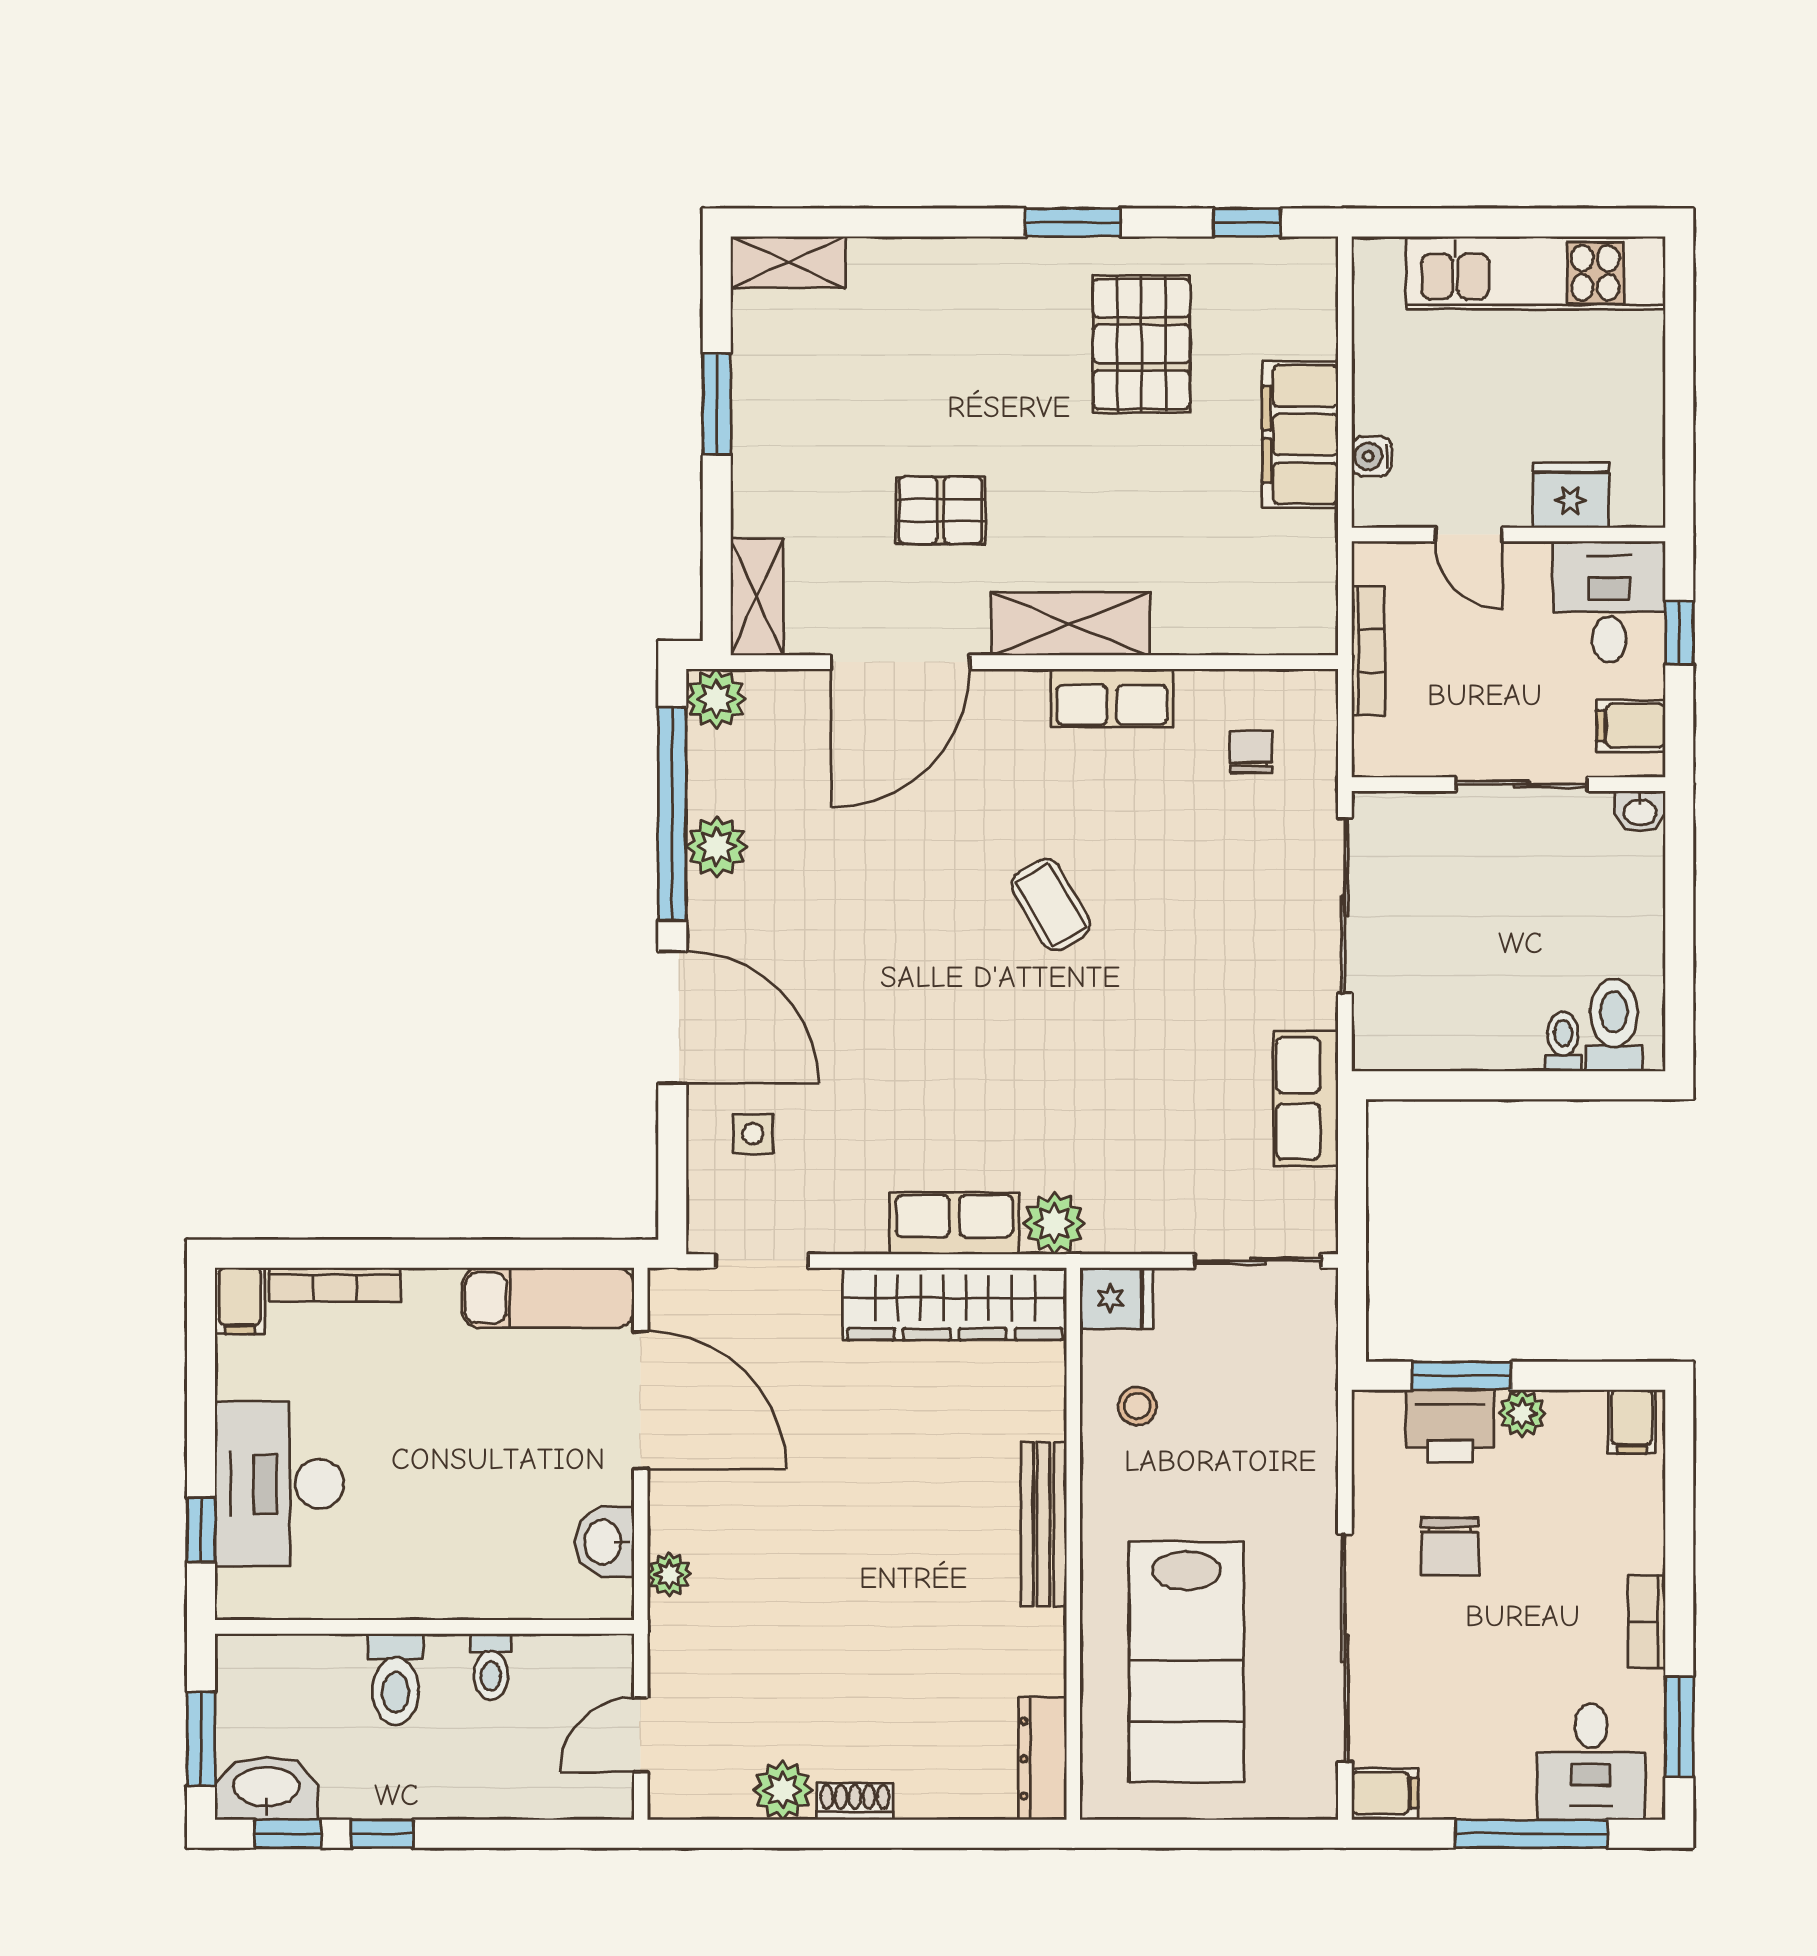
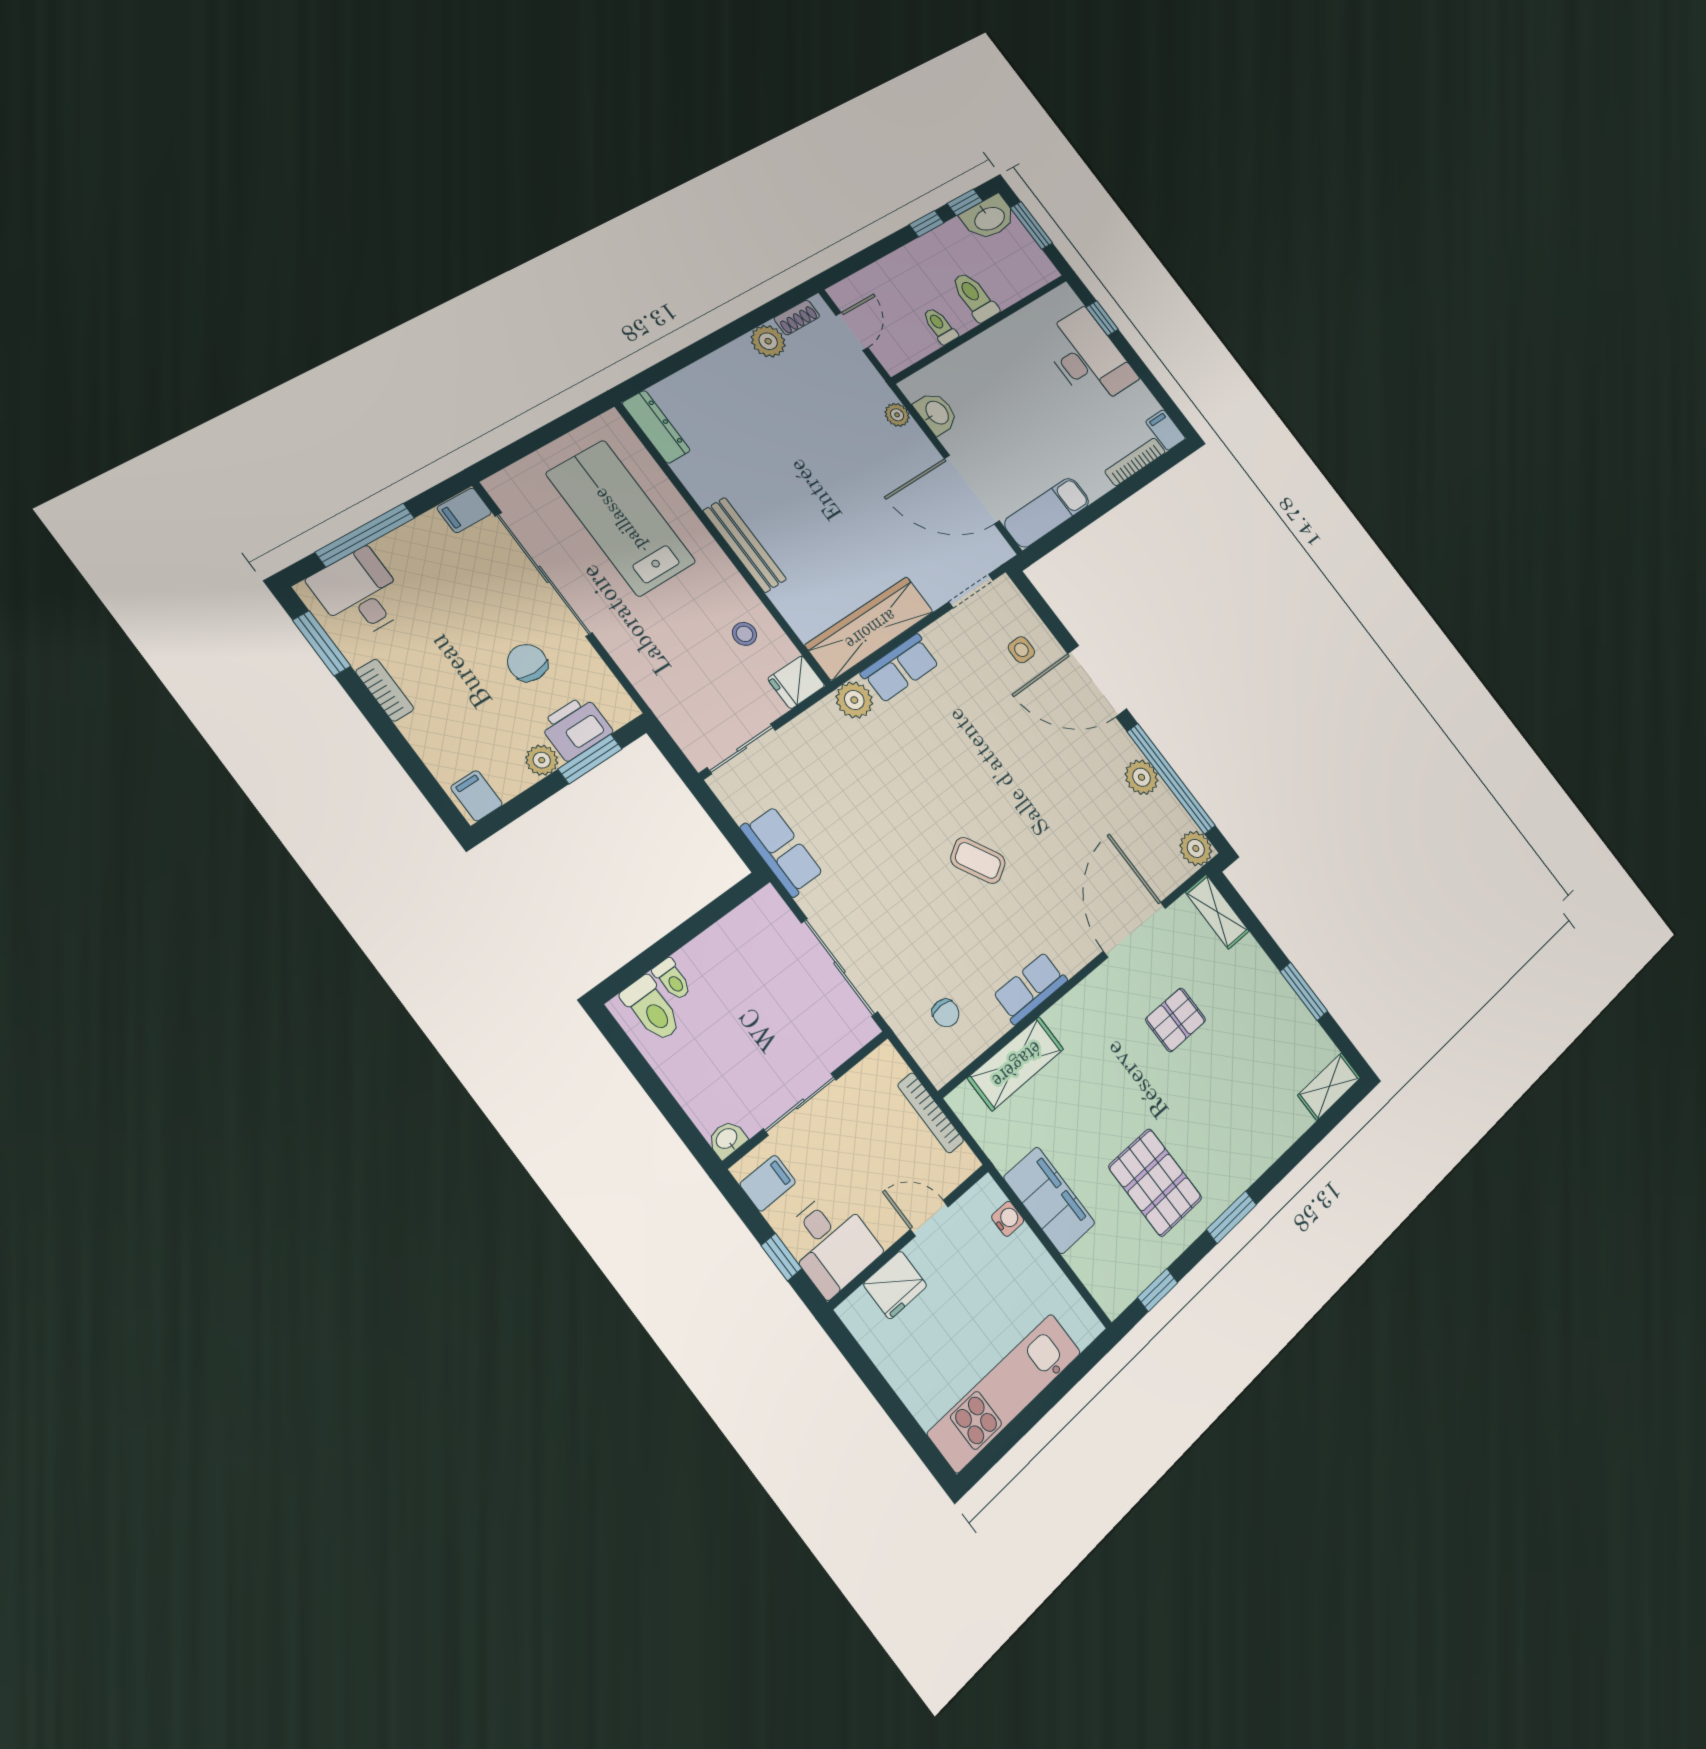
shelving: (1071, 624) -> (1016, 1063), moved
shoe rack: (855, 1801) -> (797, 317), moved

